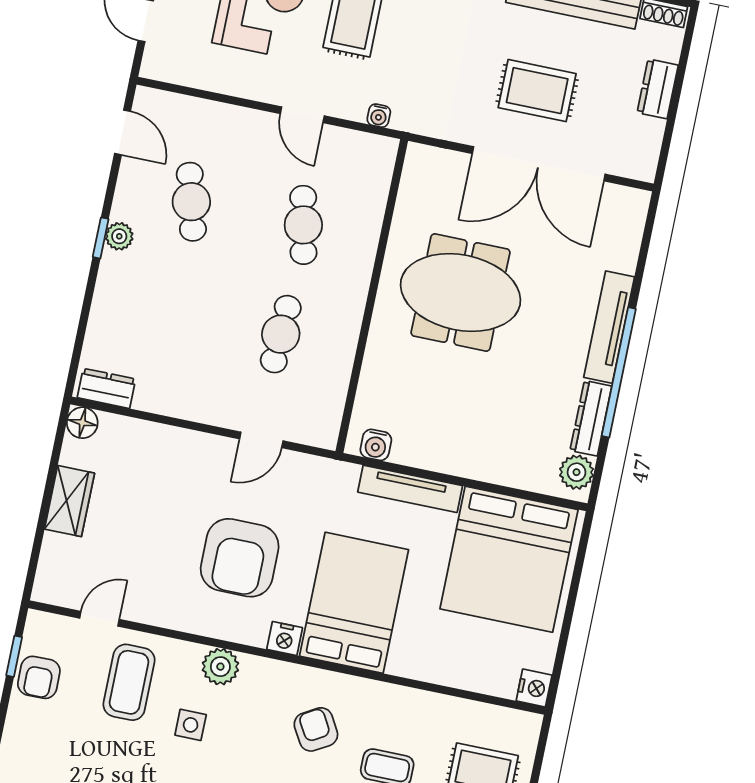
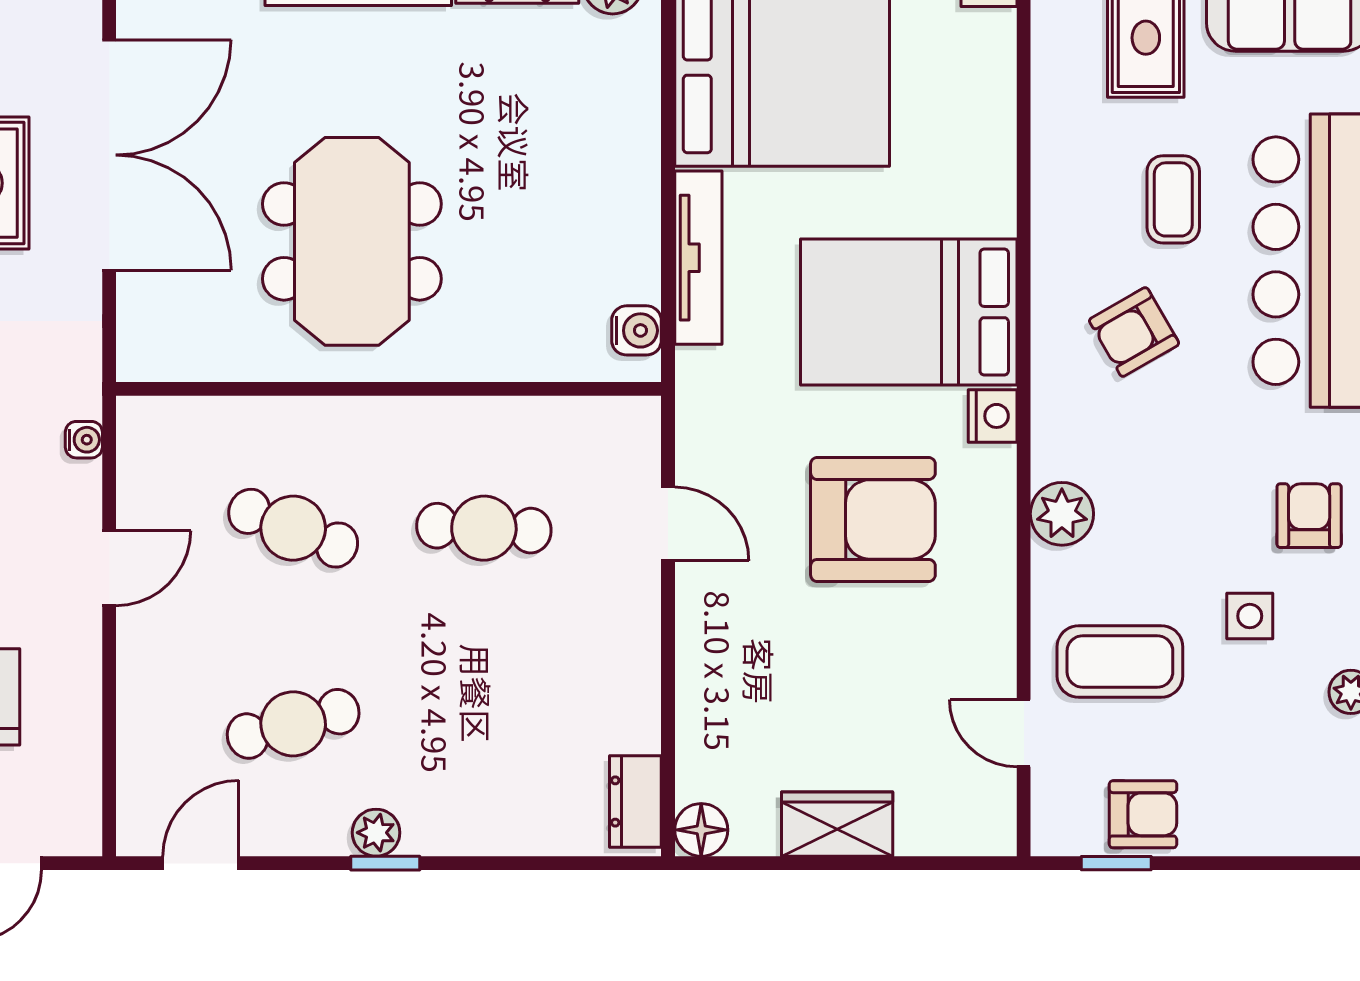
cafe table: (303, 225) -> (293, 528), turned 33
side table: (191, 725) -> (1250, 616), moved

